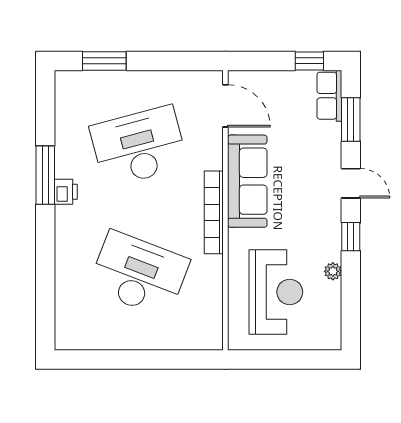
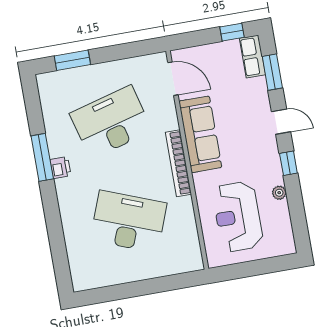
reception desk: (276, 292) -> (238, 217), turned 180

